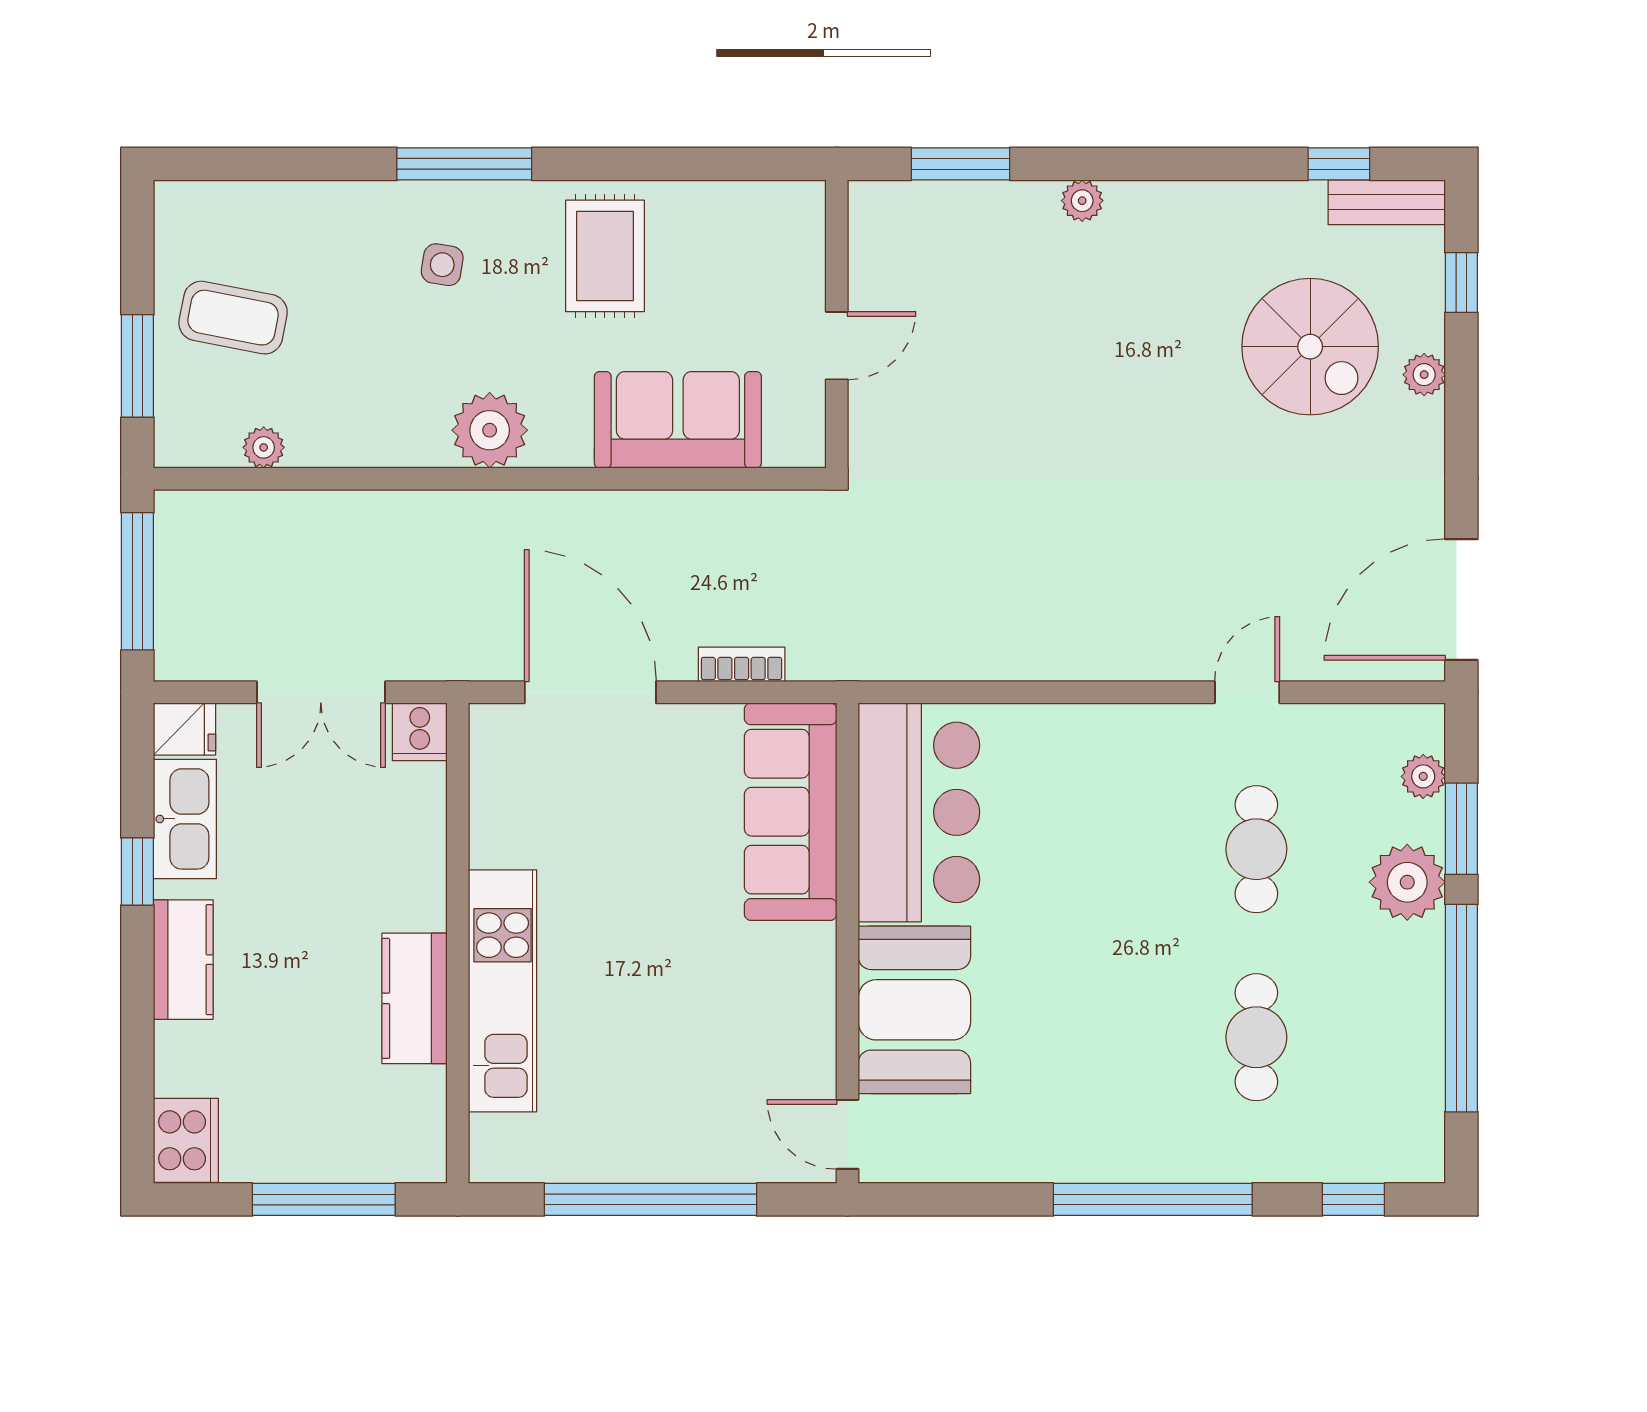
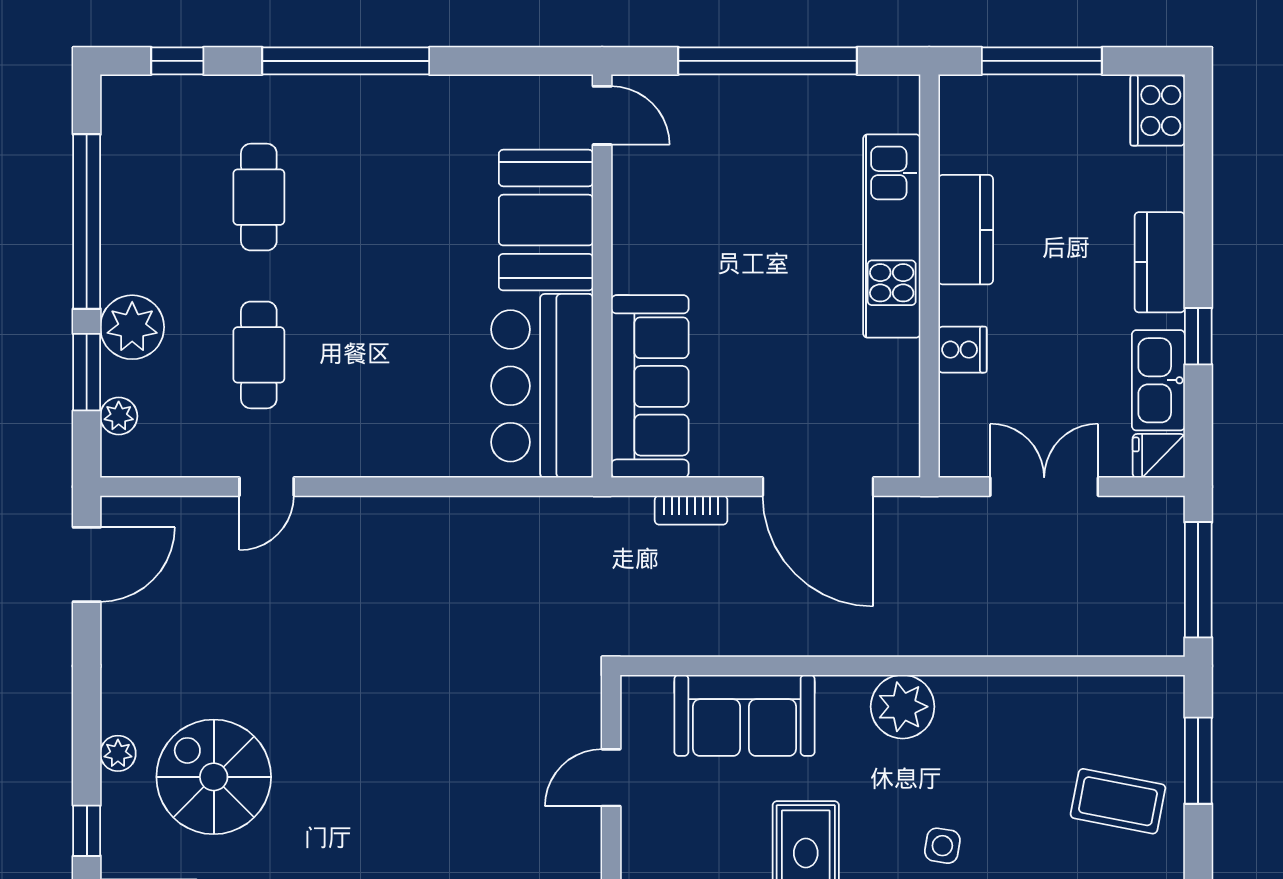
plant: (264, 447) -> (1092, 692), removed
door: (1461, 600) -> (87, 564), width x0.73
cooker: (420, 732) -> (962, 350), moved, turned 90

